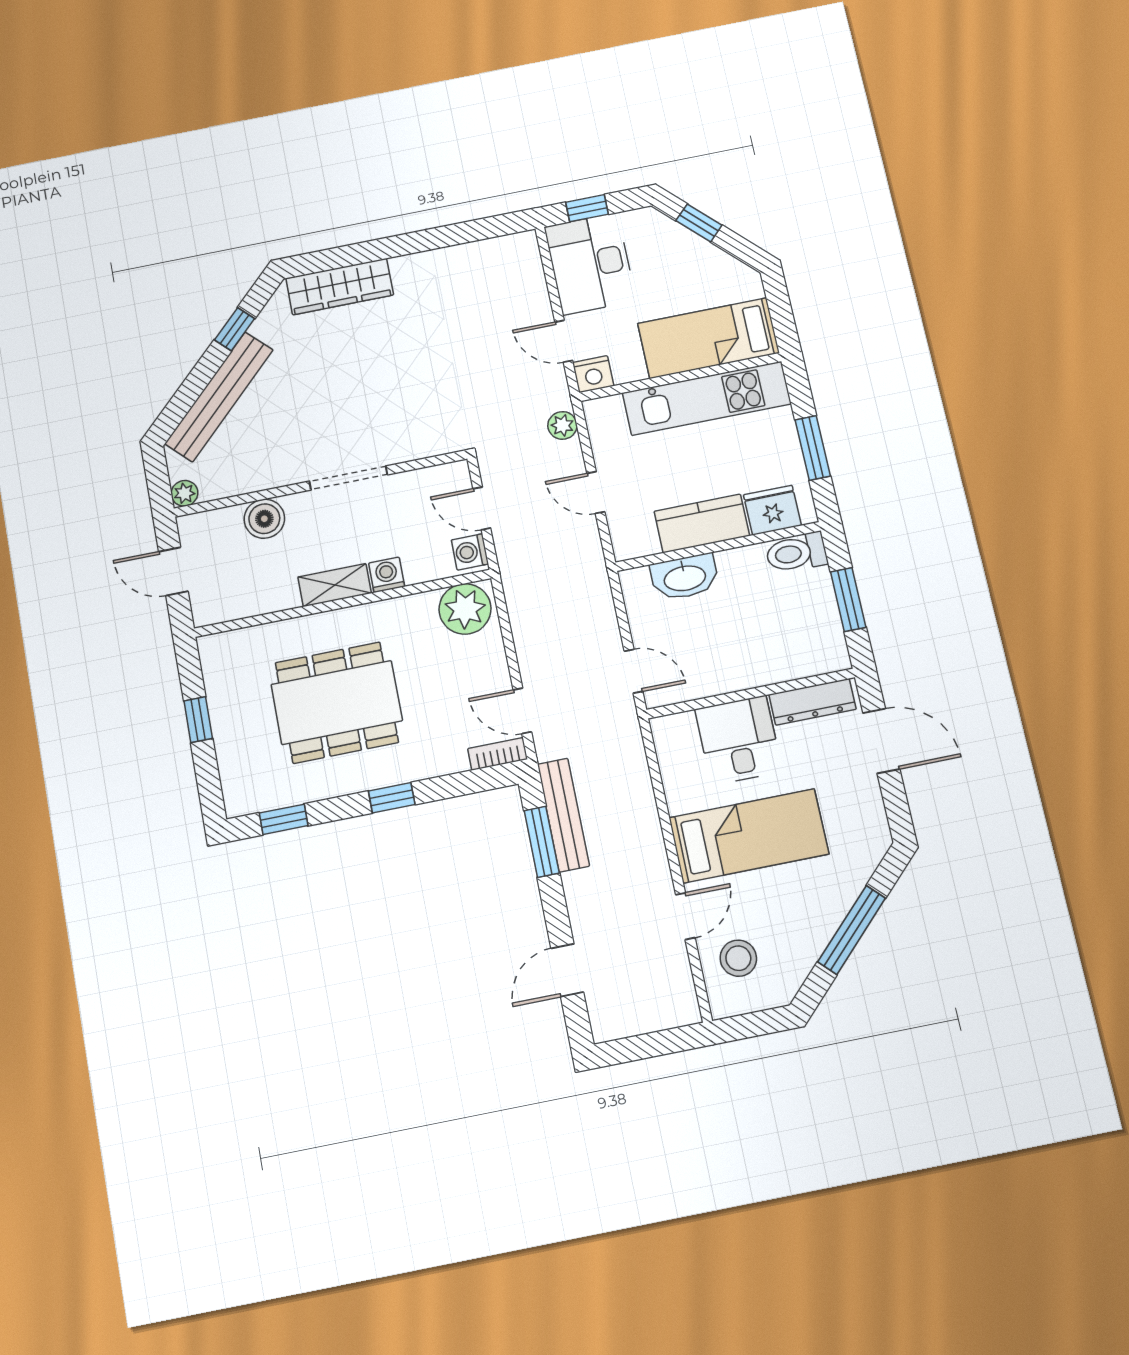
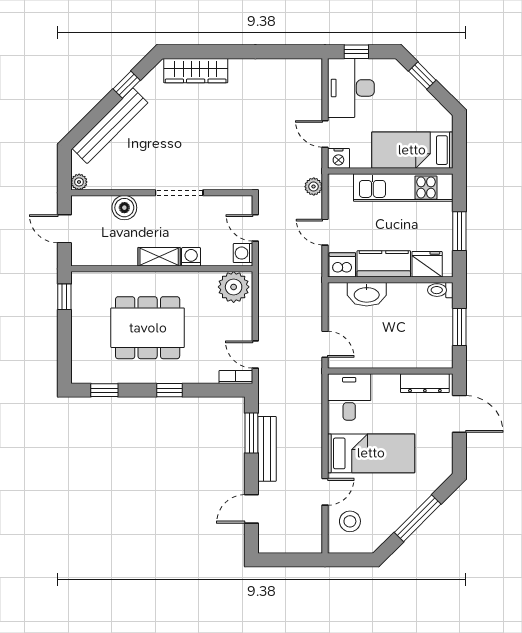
dishwasher: (635, 539) -> (342, 265), added
toilet: (796, 553) -> (440, 290), width x0.73, depth x0.72
window: (198, 720) -> (64, 297), moved
desk: (739, 740) -> (349, 397), moved
bench: (563, 815) -> (267, 449), moved

